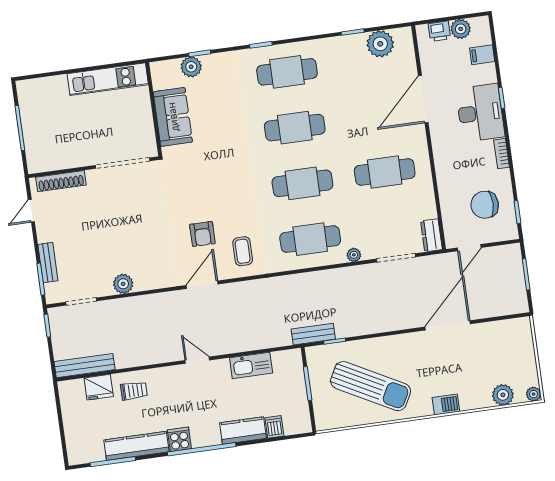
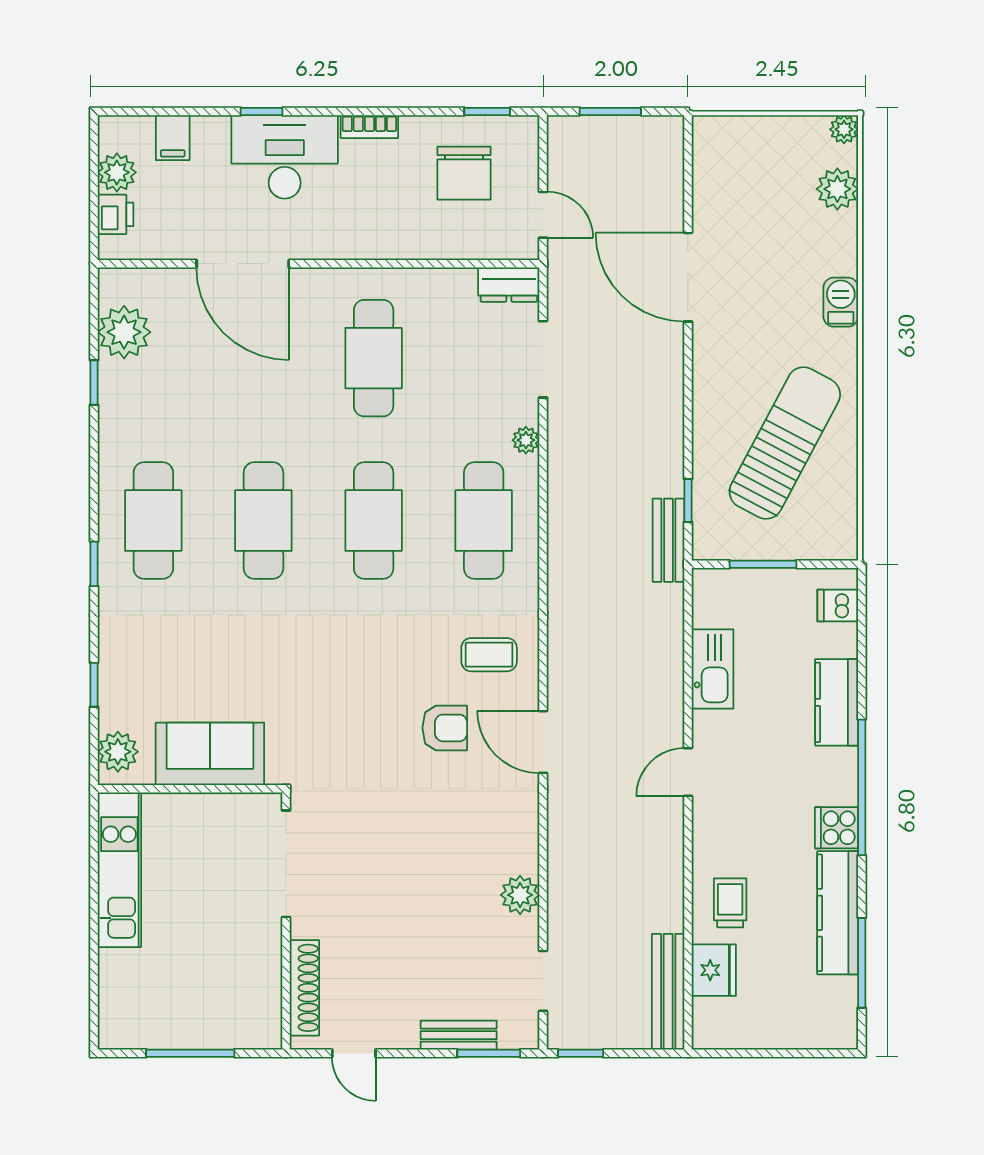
plant: (191, 67) -> (118, 752), moved
dishwasher: (274, 427) -> (838, 605), moved

